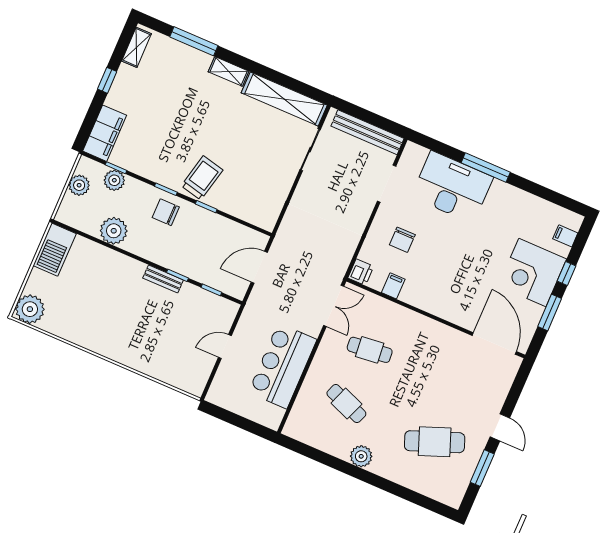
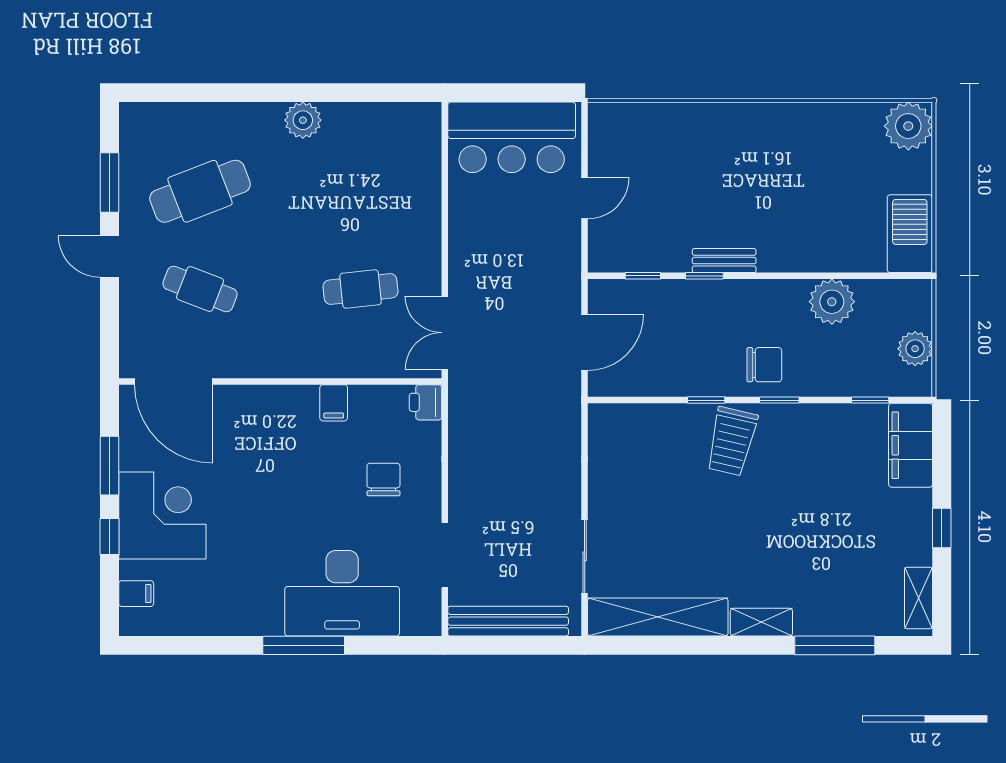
plant: (114, 180) -> (864, 380), removed
filing cabinet: (393, 286) -> (334, 403), moved
bar counter: (283, 366) -> (512, 137), moved, turned 90
cafe table: (346, 404) -> (200, 289), moved

